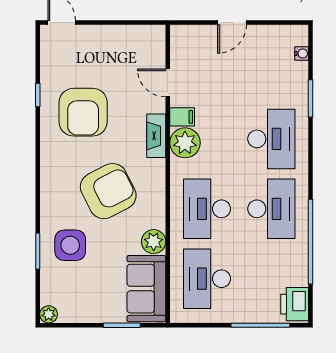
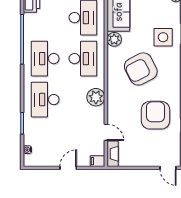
filing cabinet: (182, 117) -> (97, 161), moved
fireplace: (156, 136) -> (113, 154), moved

